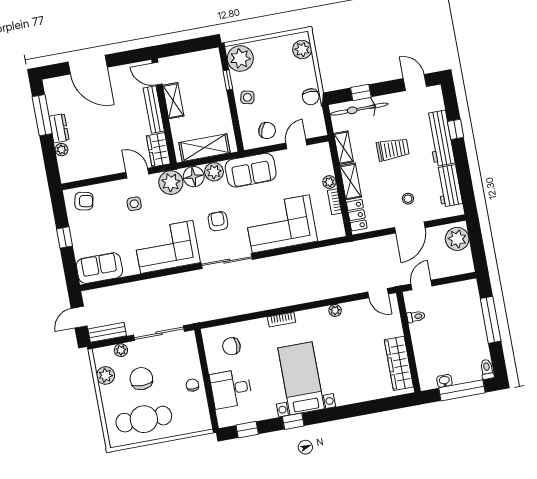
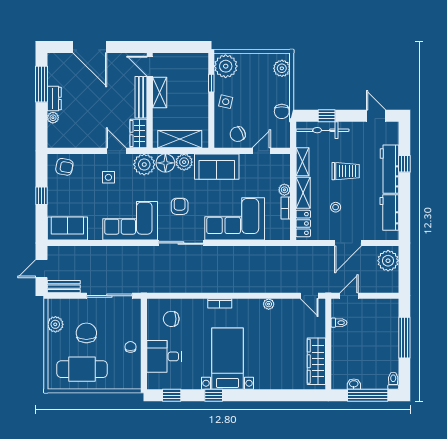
chair: (267, 131) -> (238, 134), turned 134
stool: (408, 199) -> (336, 207), moved
plant: (121, 350) -> (73, 305), removed

